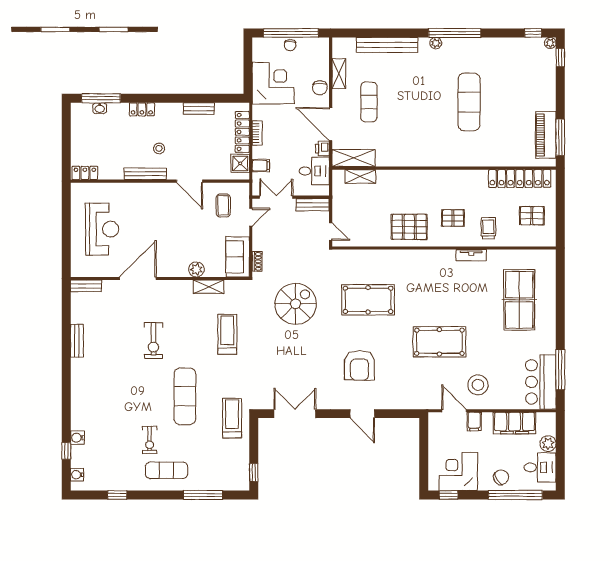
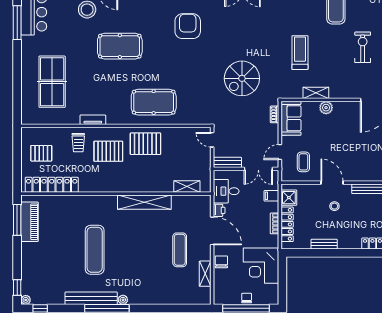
bench: (387, 45) -> (91, 298), moved
stool: (159, 148) -> (334, 206), moved
shelving: (354, 158) -> (144, 202), moved, width x1.47
pallet: (453, 218) -> (108, 151), width x1.50, depth x1.42
pool table: (368, 300) -> (154, 102), moved
treadmill: (227, 334) -> (300, 53), turned 180

